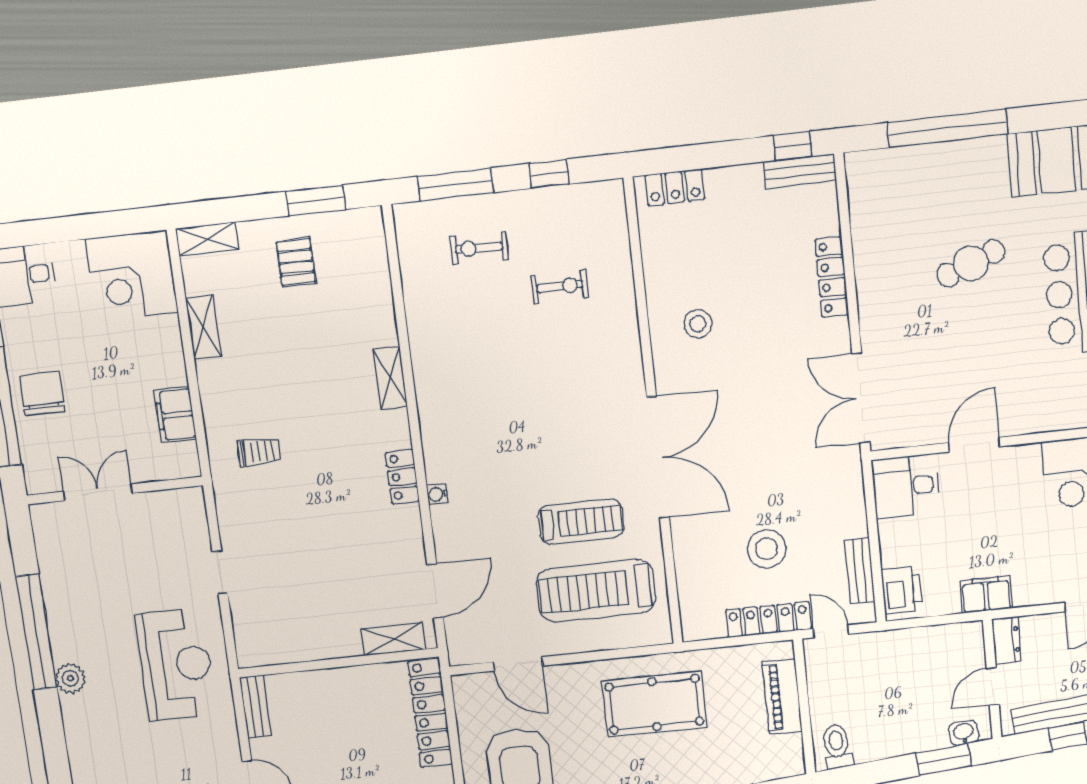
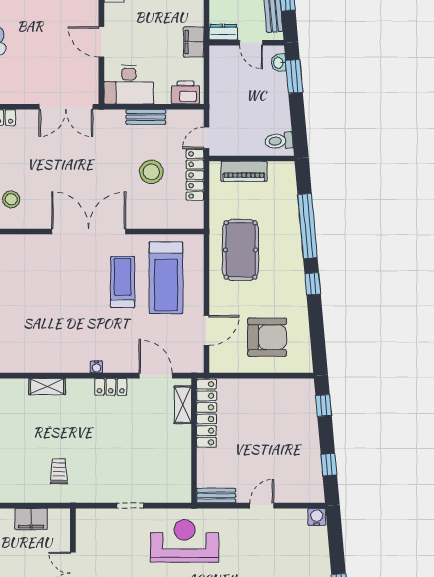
shelving: (390, 378) -> (47, 386), moved
locker: (402, 477) -> (111, 387), moved
desk: (906, 486) -> (129, 85), width x1.37
bench: (860, 571) -> (146, 117), moved
locker: (430, 713) -> (207, 413), moved, turned -90

